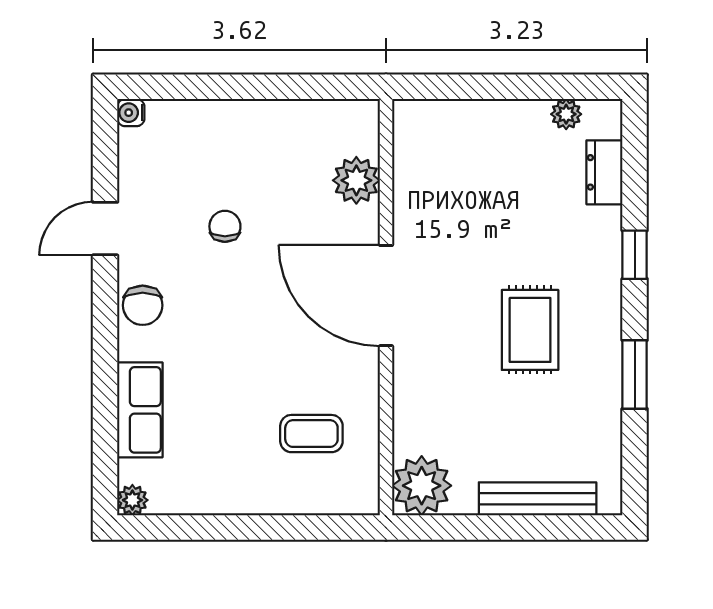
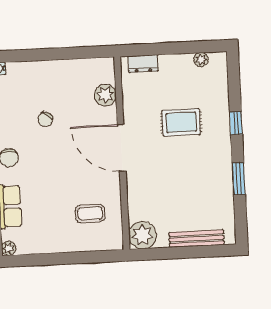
dresser: (604, 172) -> (143, 64), moved, turned -90
chair: (225, 226) -> (45, 119), turned -146
rug: (530, 330) -> (181, 122), moved, turned 90

